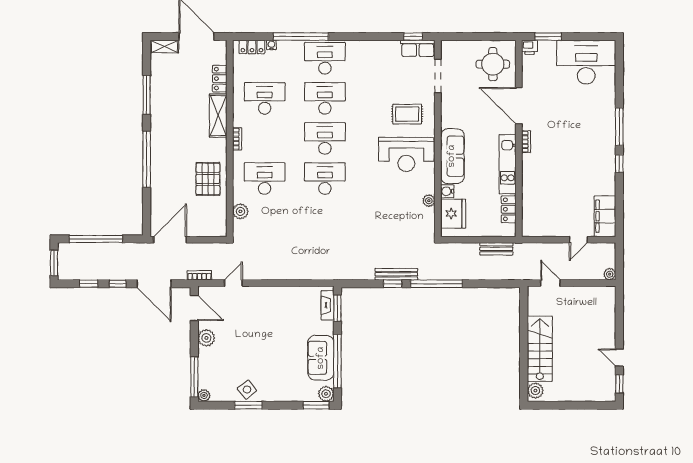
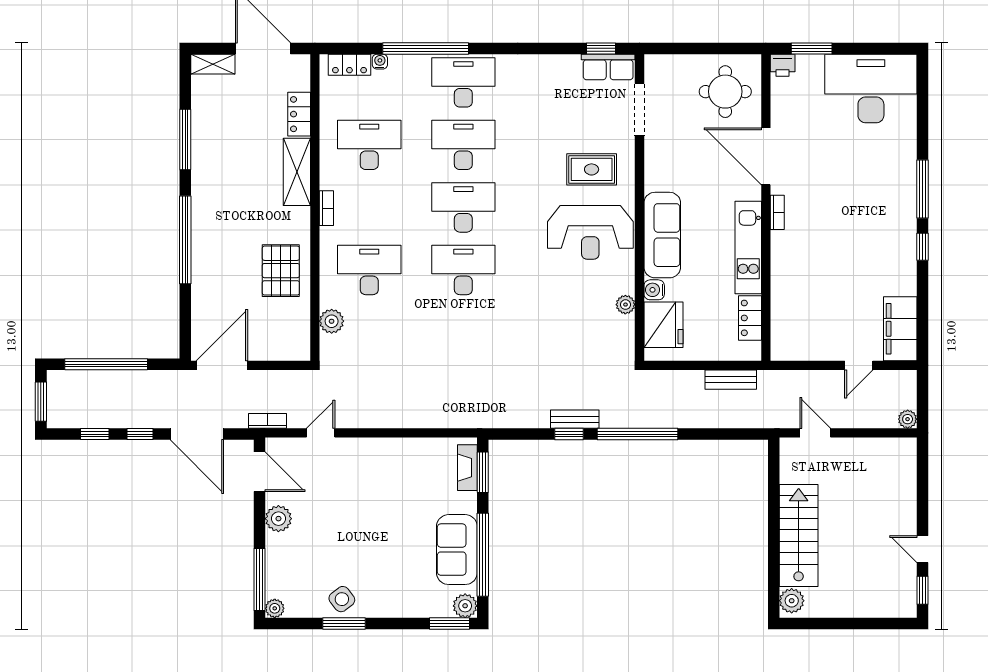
bench: (396, 274) -> (575, 419), width x0.73

